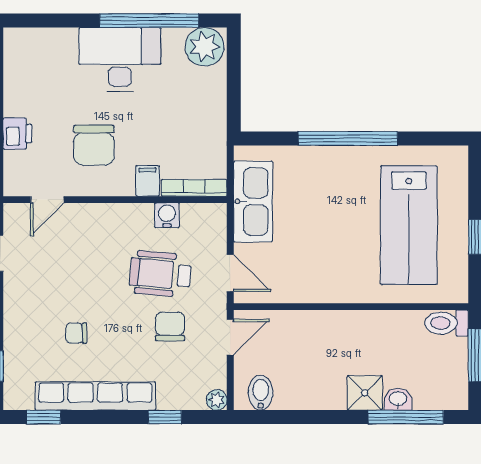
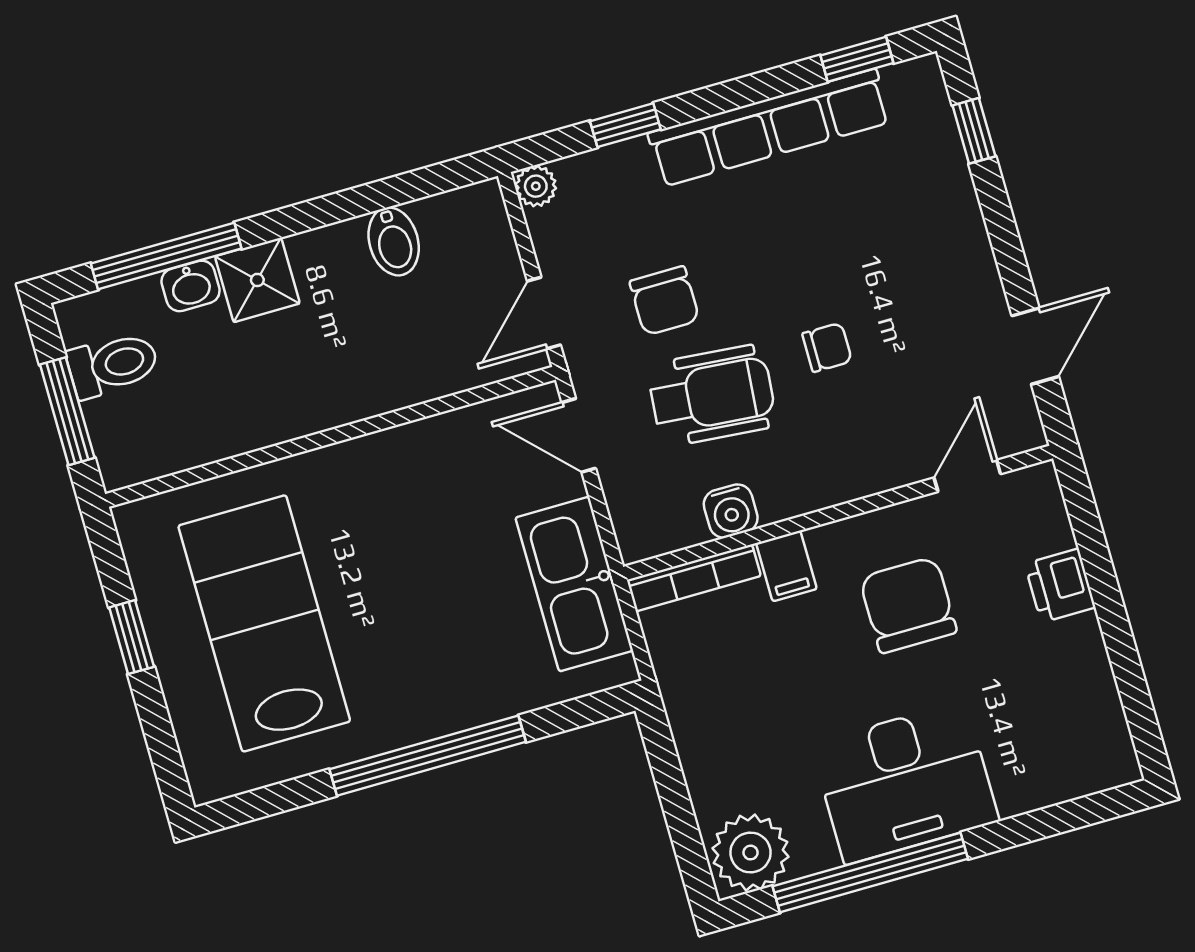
toilet: (447, 323) -> (113, 365), moved
chair: (76, 333) -> (827, 347), moved
bidet: (261, 393) -> (394, 241), moved

